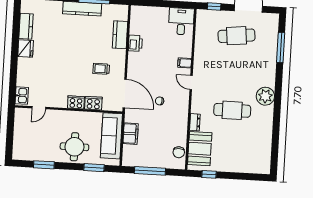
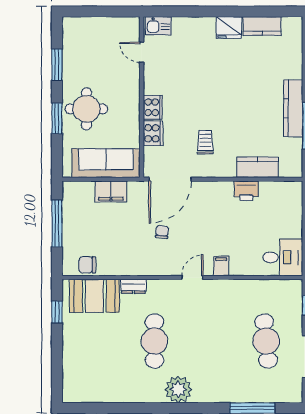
window: (94, 168) -> (57, 118), moved

